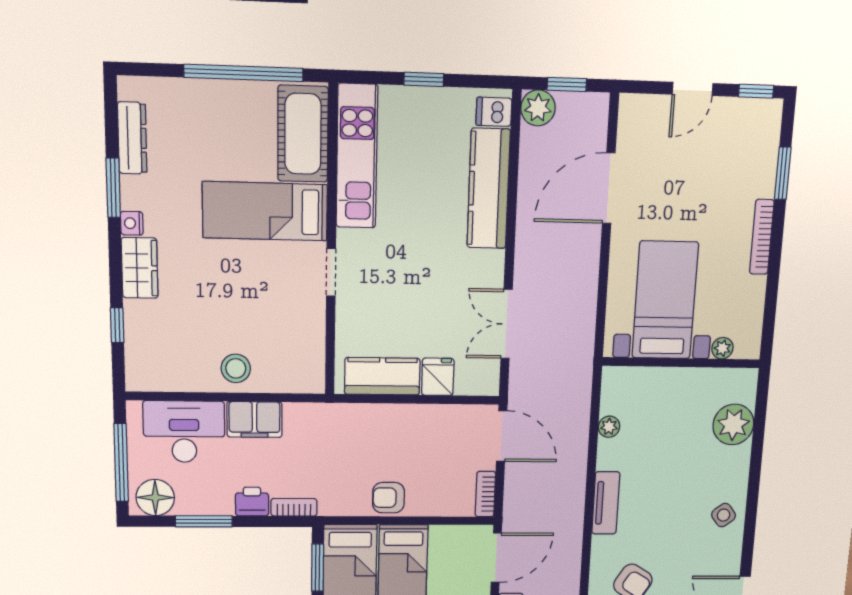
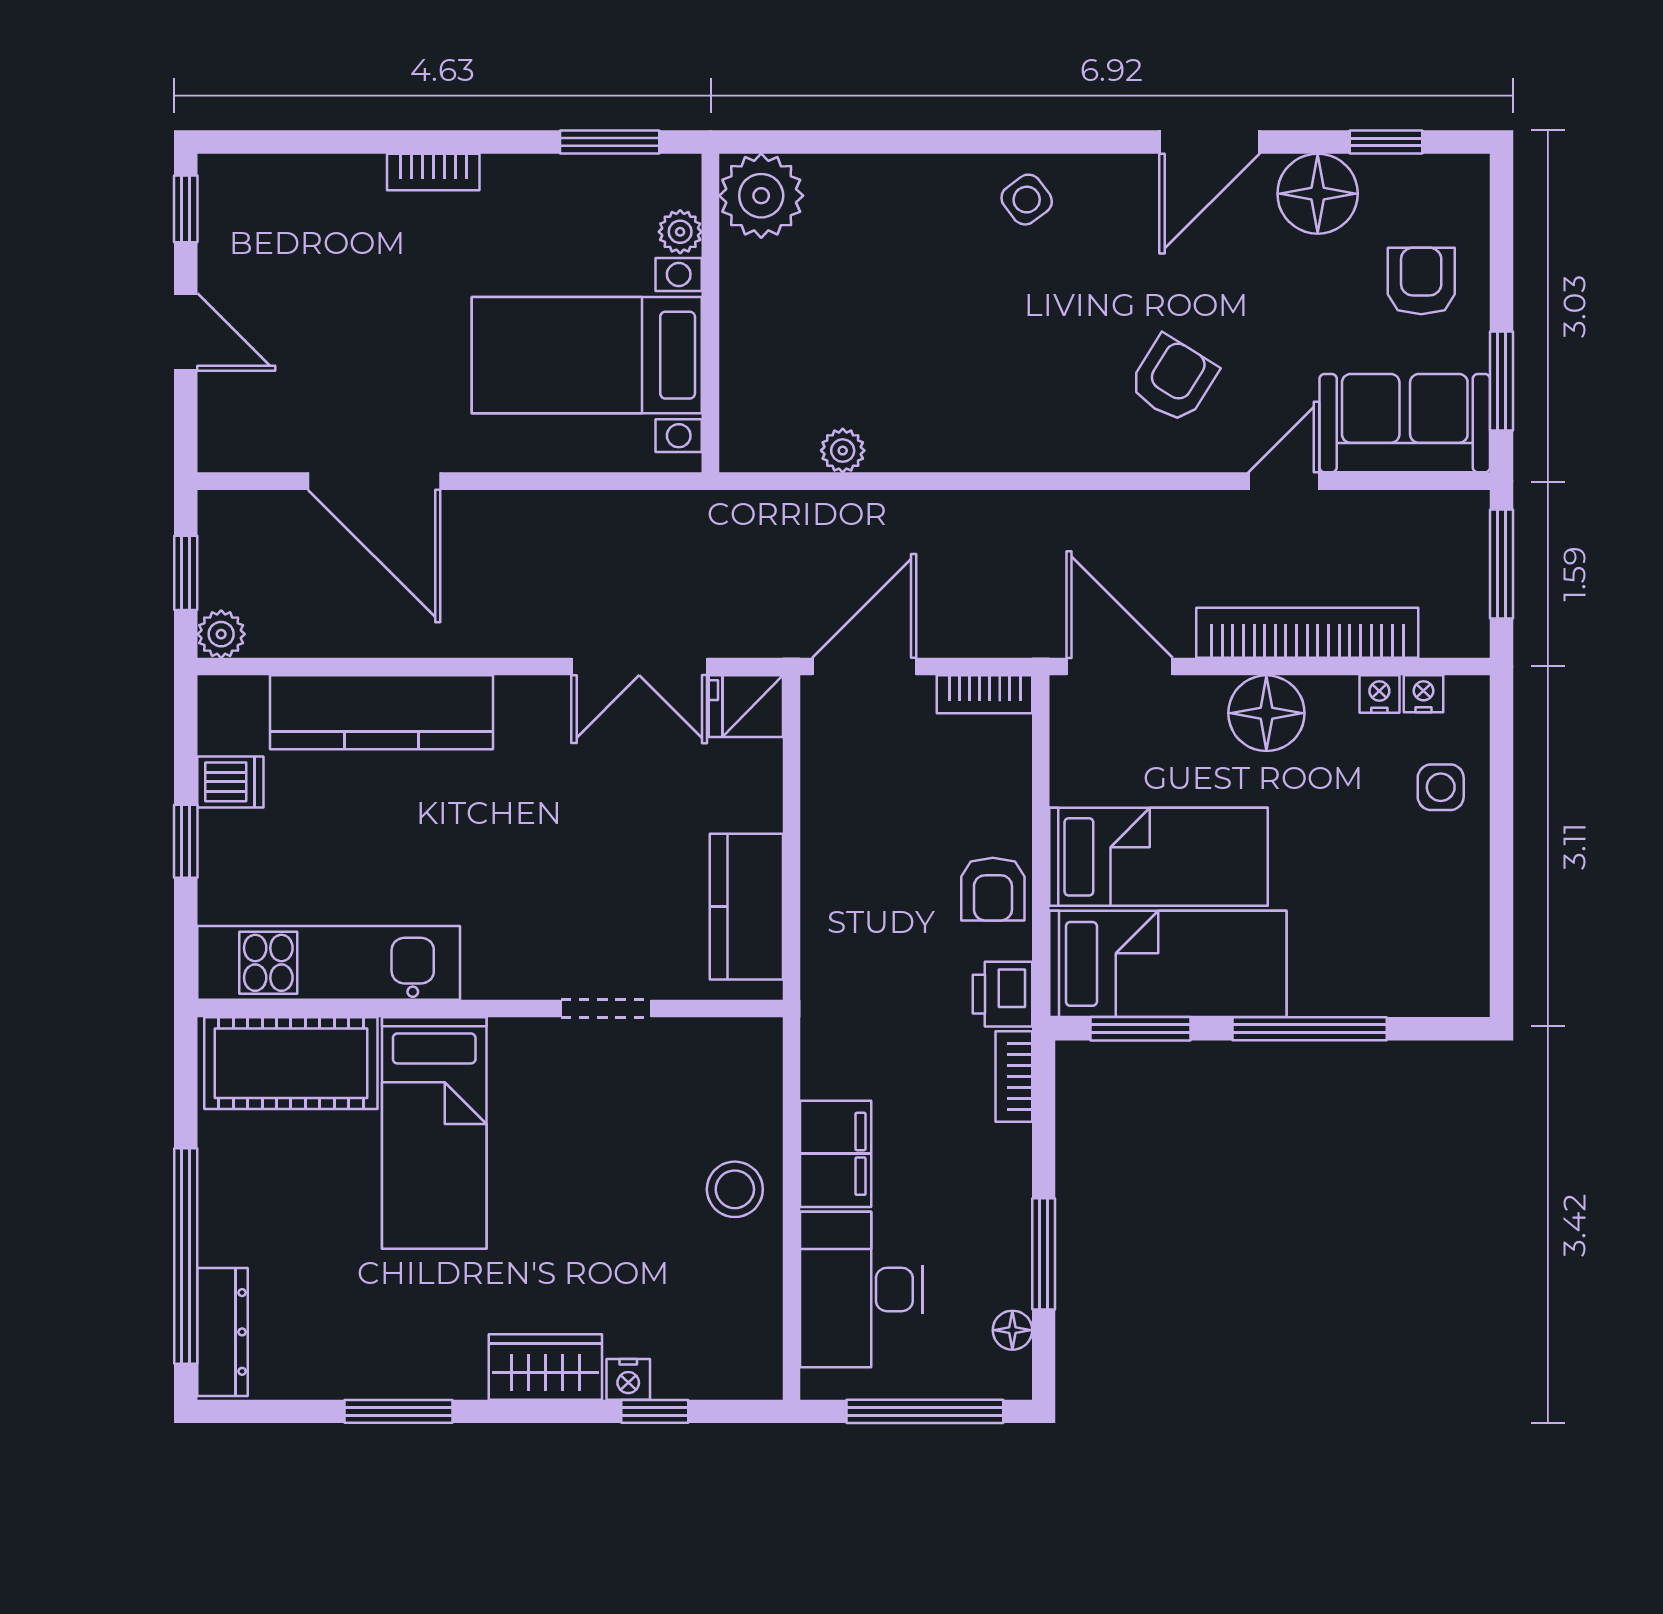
window: (244, 73) -> (186, 1256), moved
plant: (538, 108) -> (221, 634), width x0.73, depth x0.73
dishwasher: (494, 112) -> (230, 782), moved, turned -90
dresser: (132, 138) -> (223, 1332), moved, turned 90
window: (783, 173) -> (610, 142), moved
nightstand: (132, 223) -> (628, 1379), moved
bookcase: (762, 237) -> (433, 172), width x0.64
doorway: (331, 272) -> (606, 1009), moved
fridge: (438, 377) -> (746, 706), moved
plant: (733, 424) -> (761, 196), moved
floor lamp: (155, 498) -> (1012, 1330), width x0.53, depth x0.53
printer: (252, 502) -> (1002, 994), moved
tv unit: (606, 503) -> (1002, 447), removed

